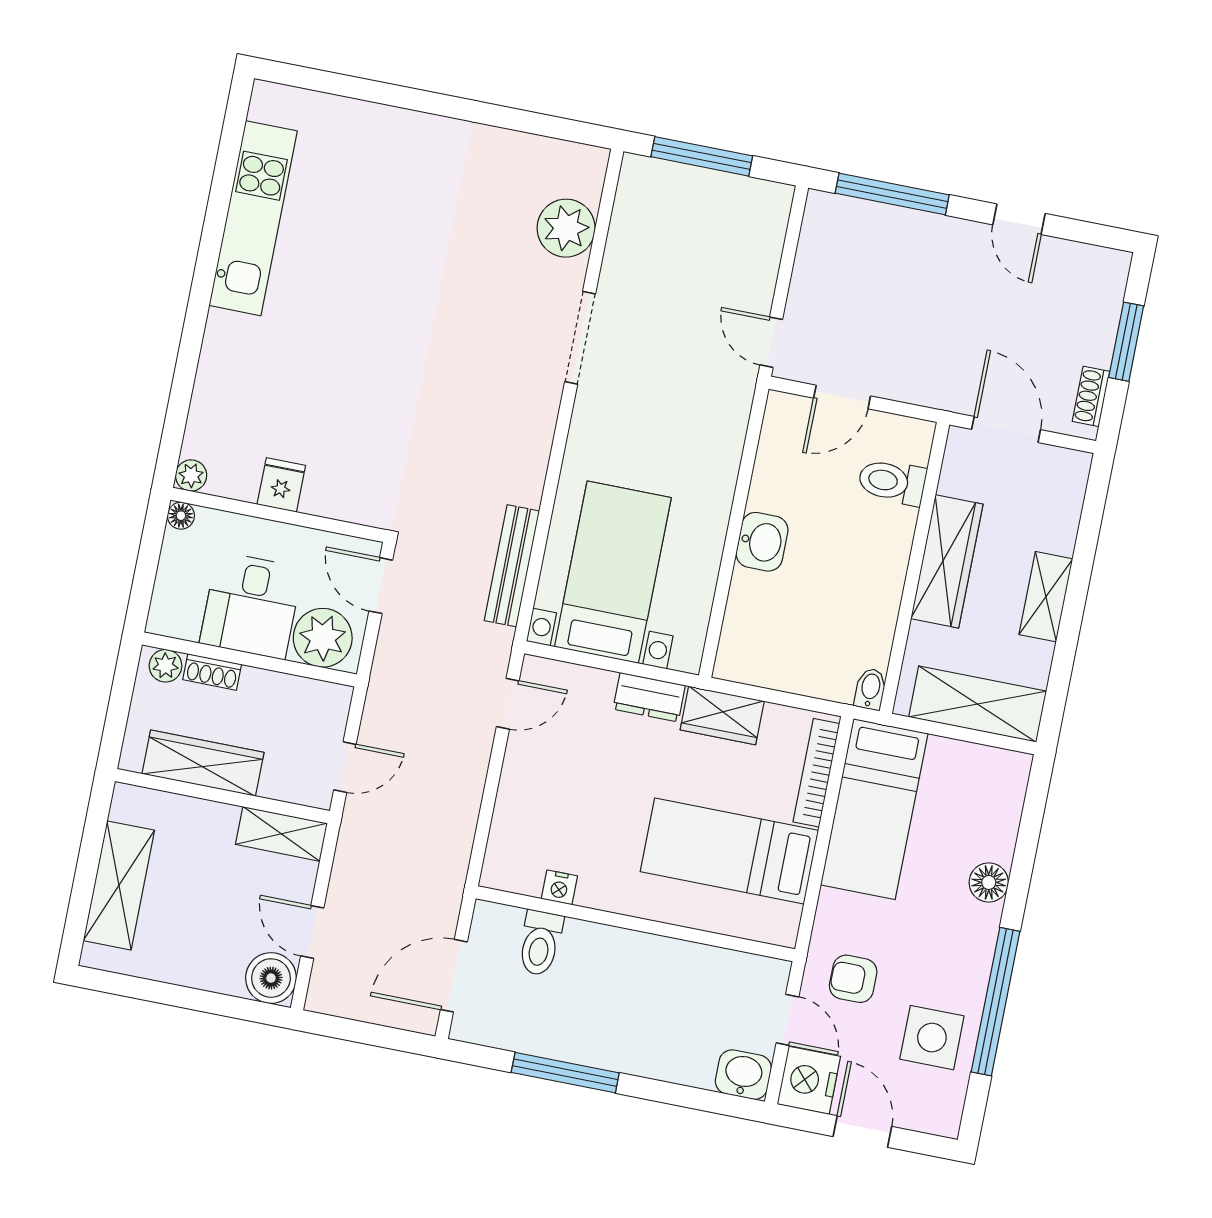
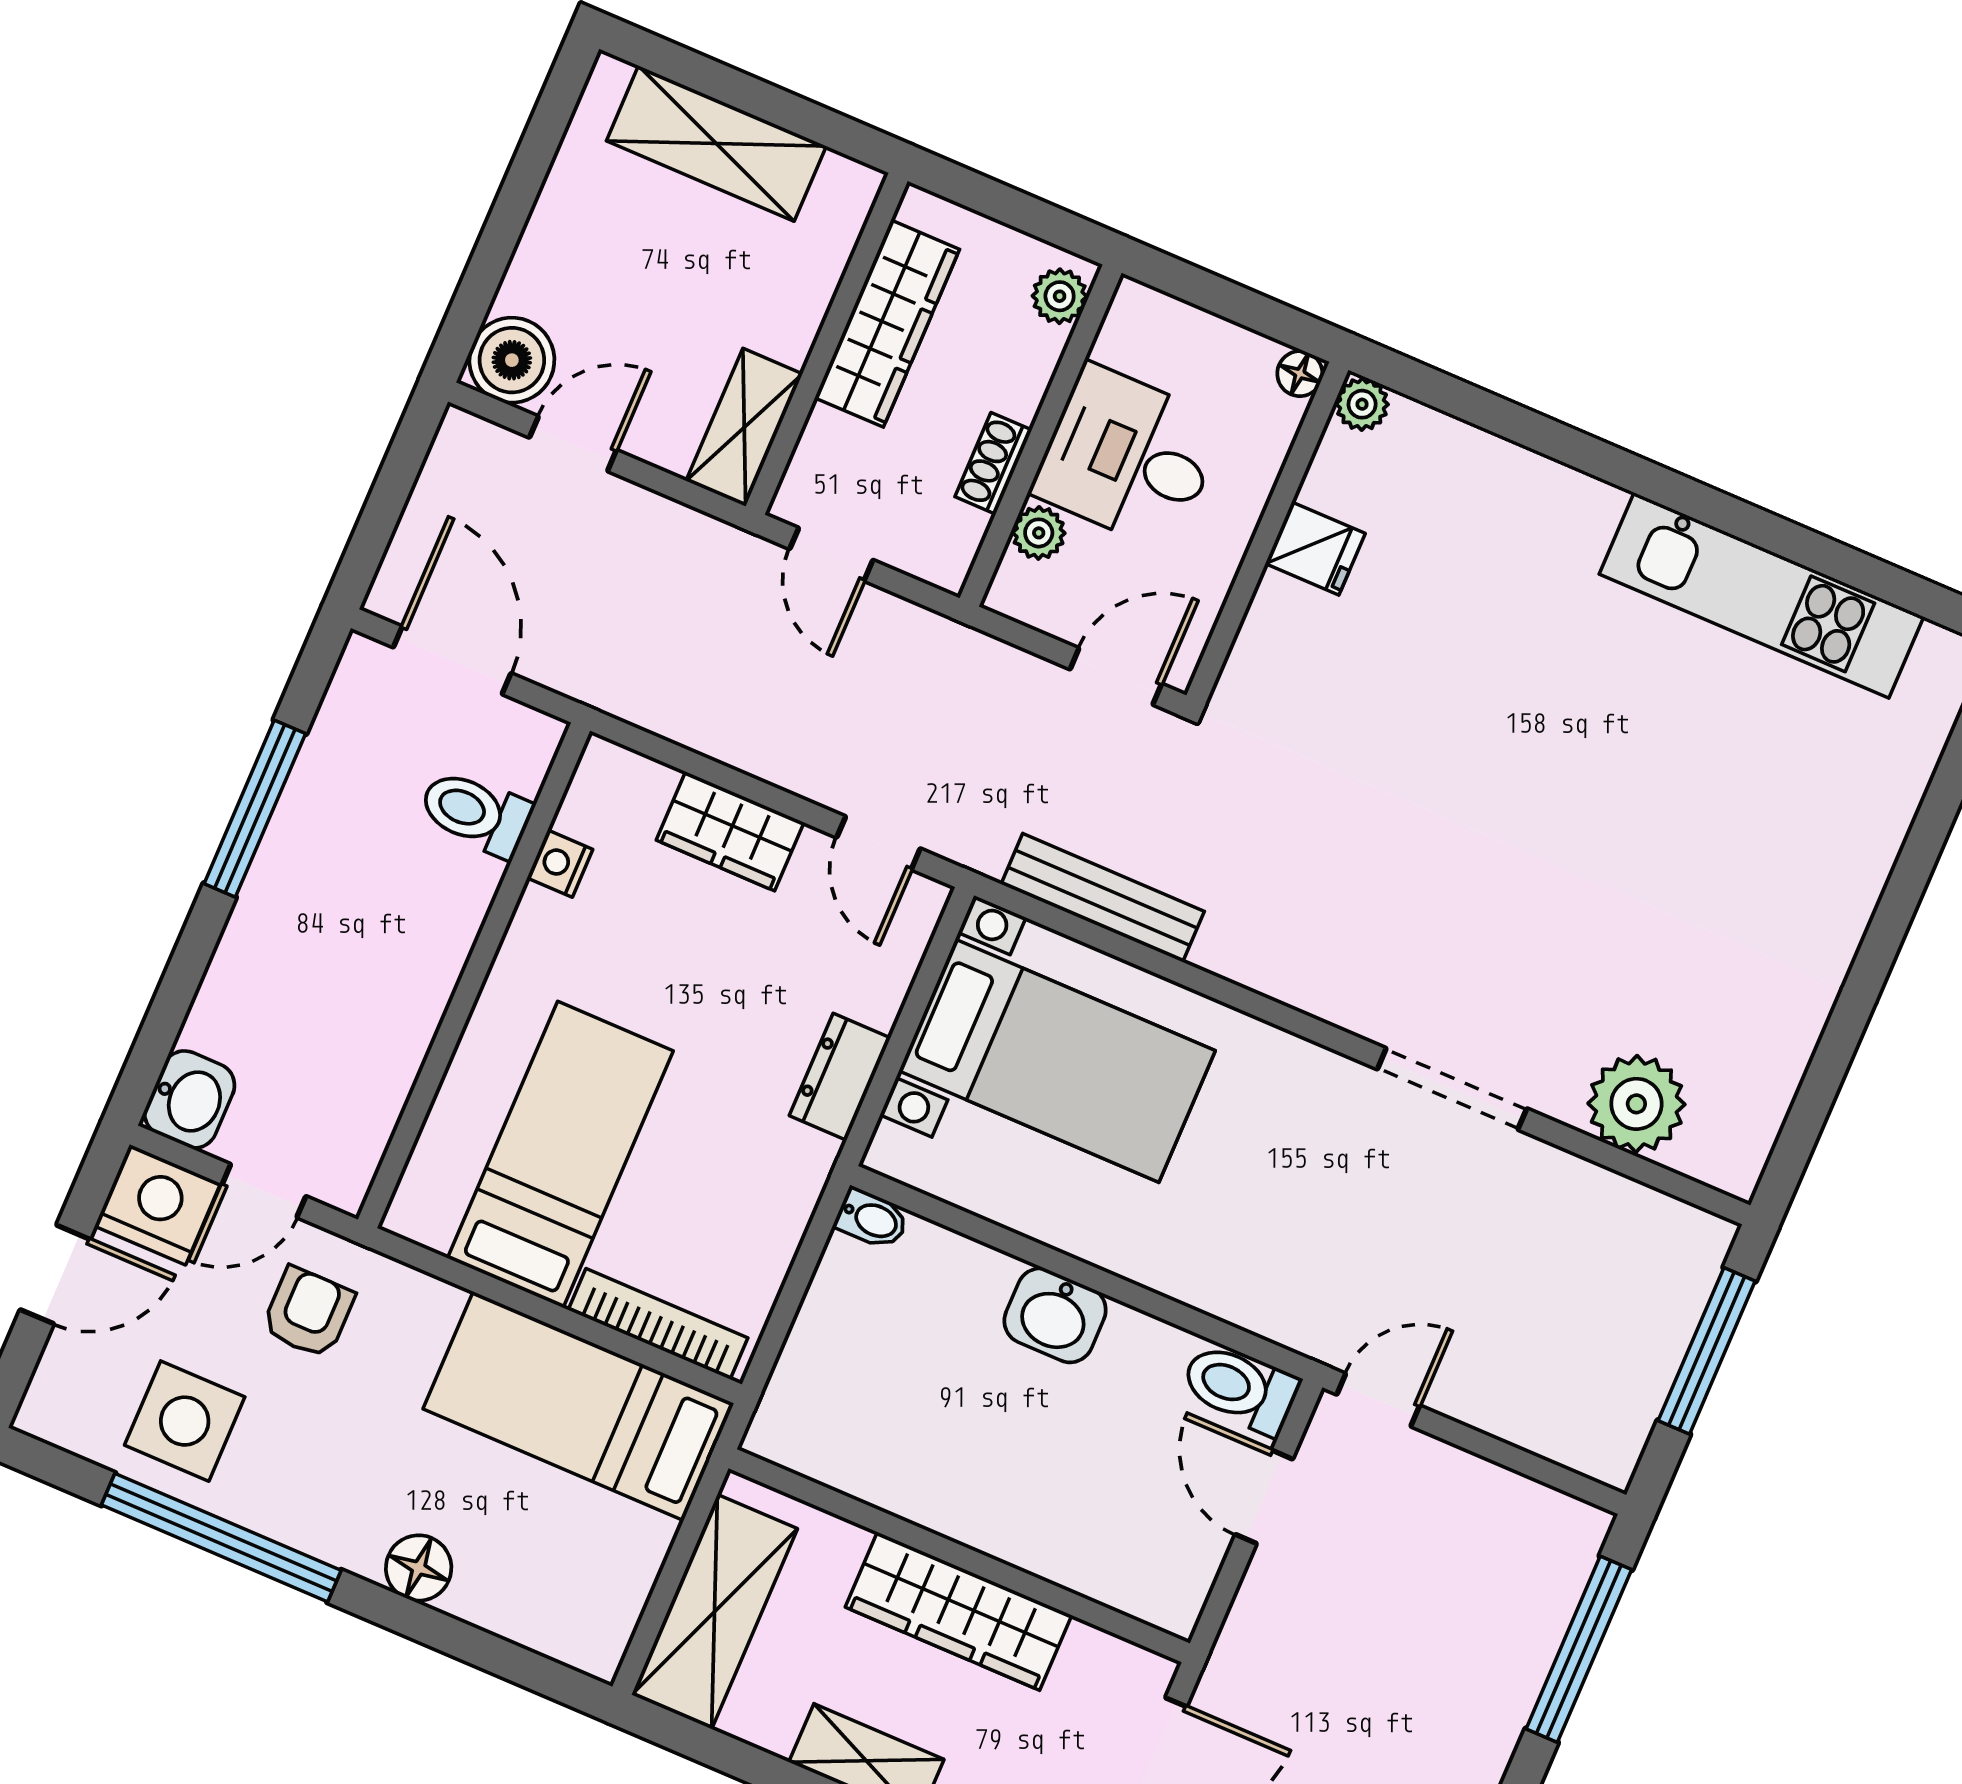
toilet: (892, 482) -> (1240, 1388), moved, turned -90
plant: (323, 638) -> (1039, 533), width x0.53, depth x0.53
shoe rack: (212, 672) -> (993, 463), moved
bidet: (870, 689) -> (872, 1219), moved
wardrobe: (722, 715) -> (730, 831), moved, turned -90

